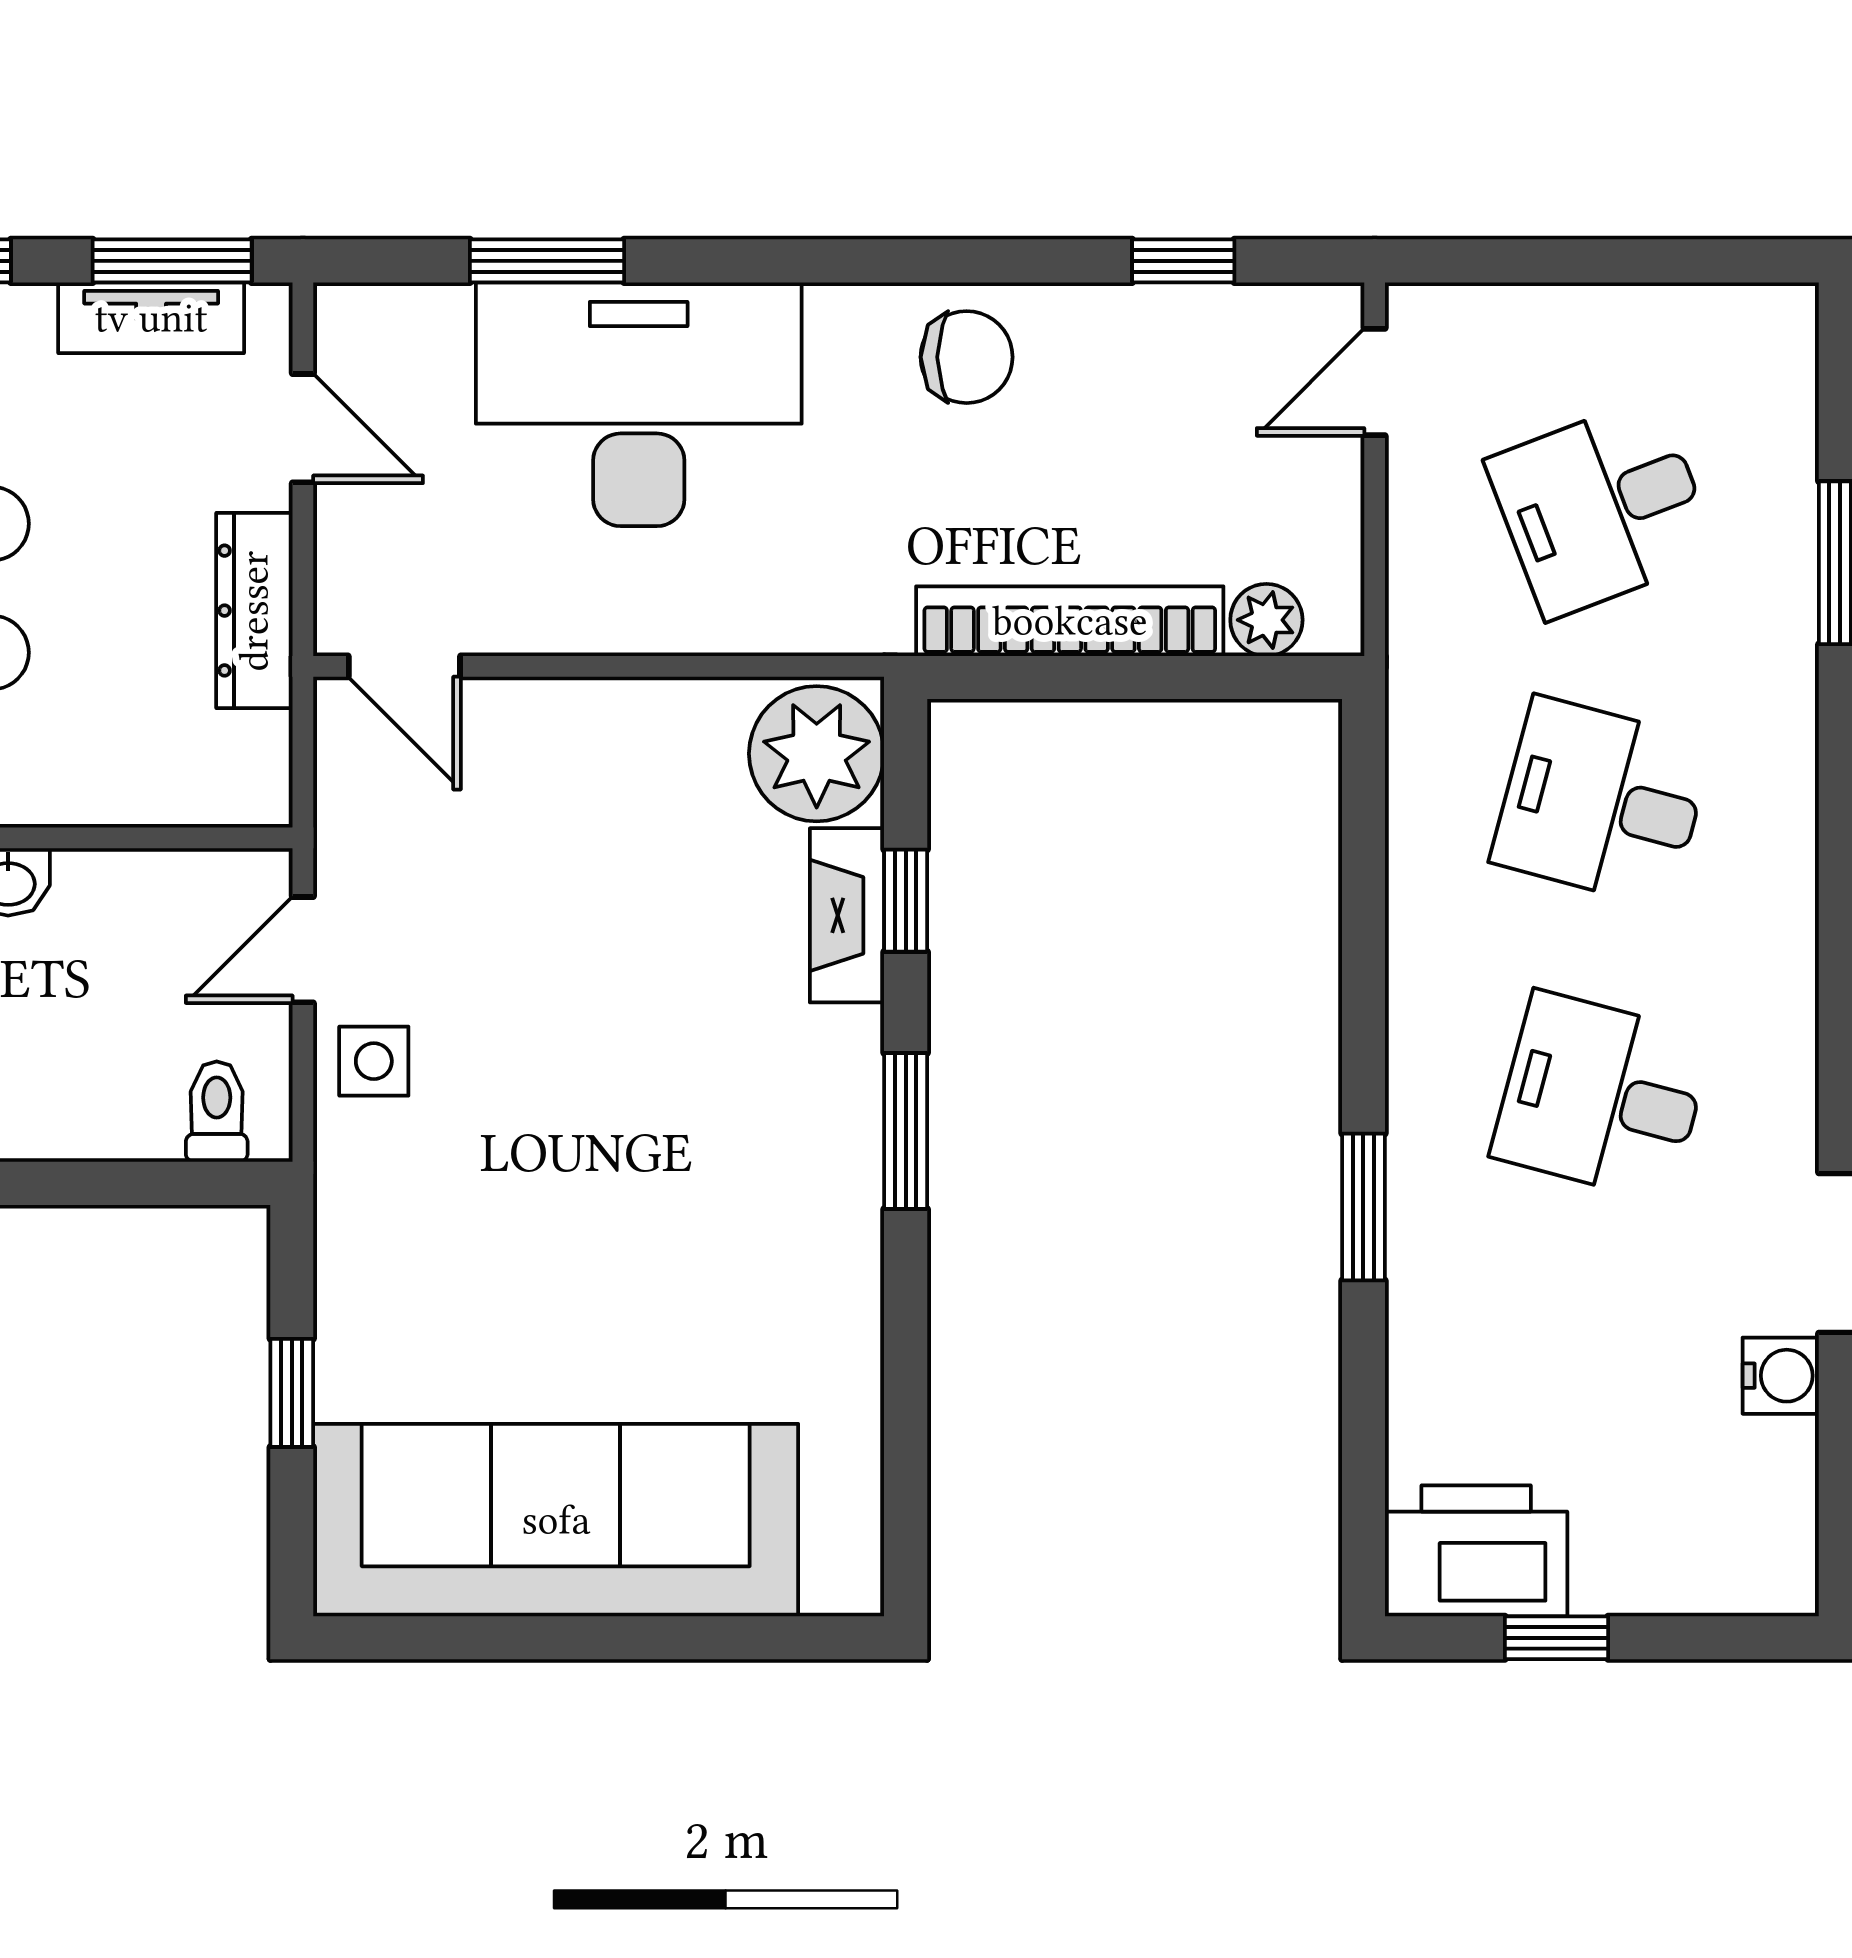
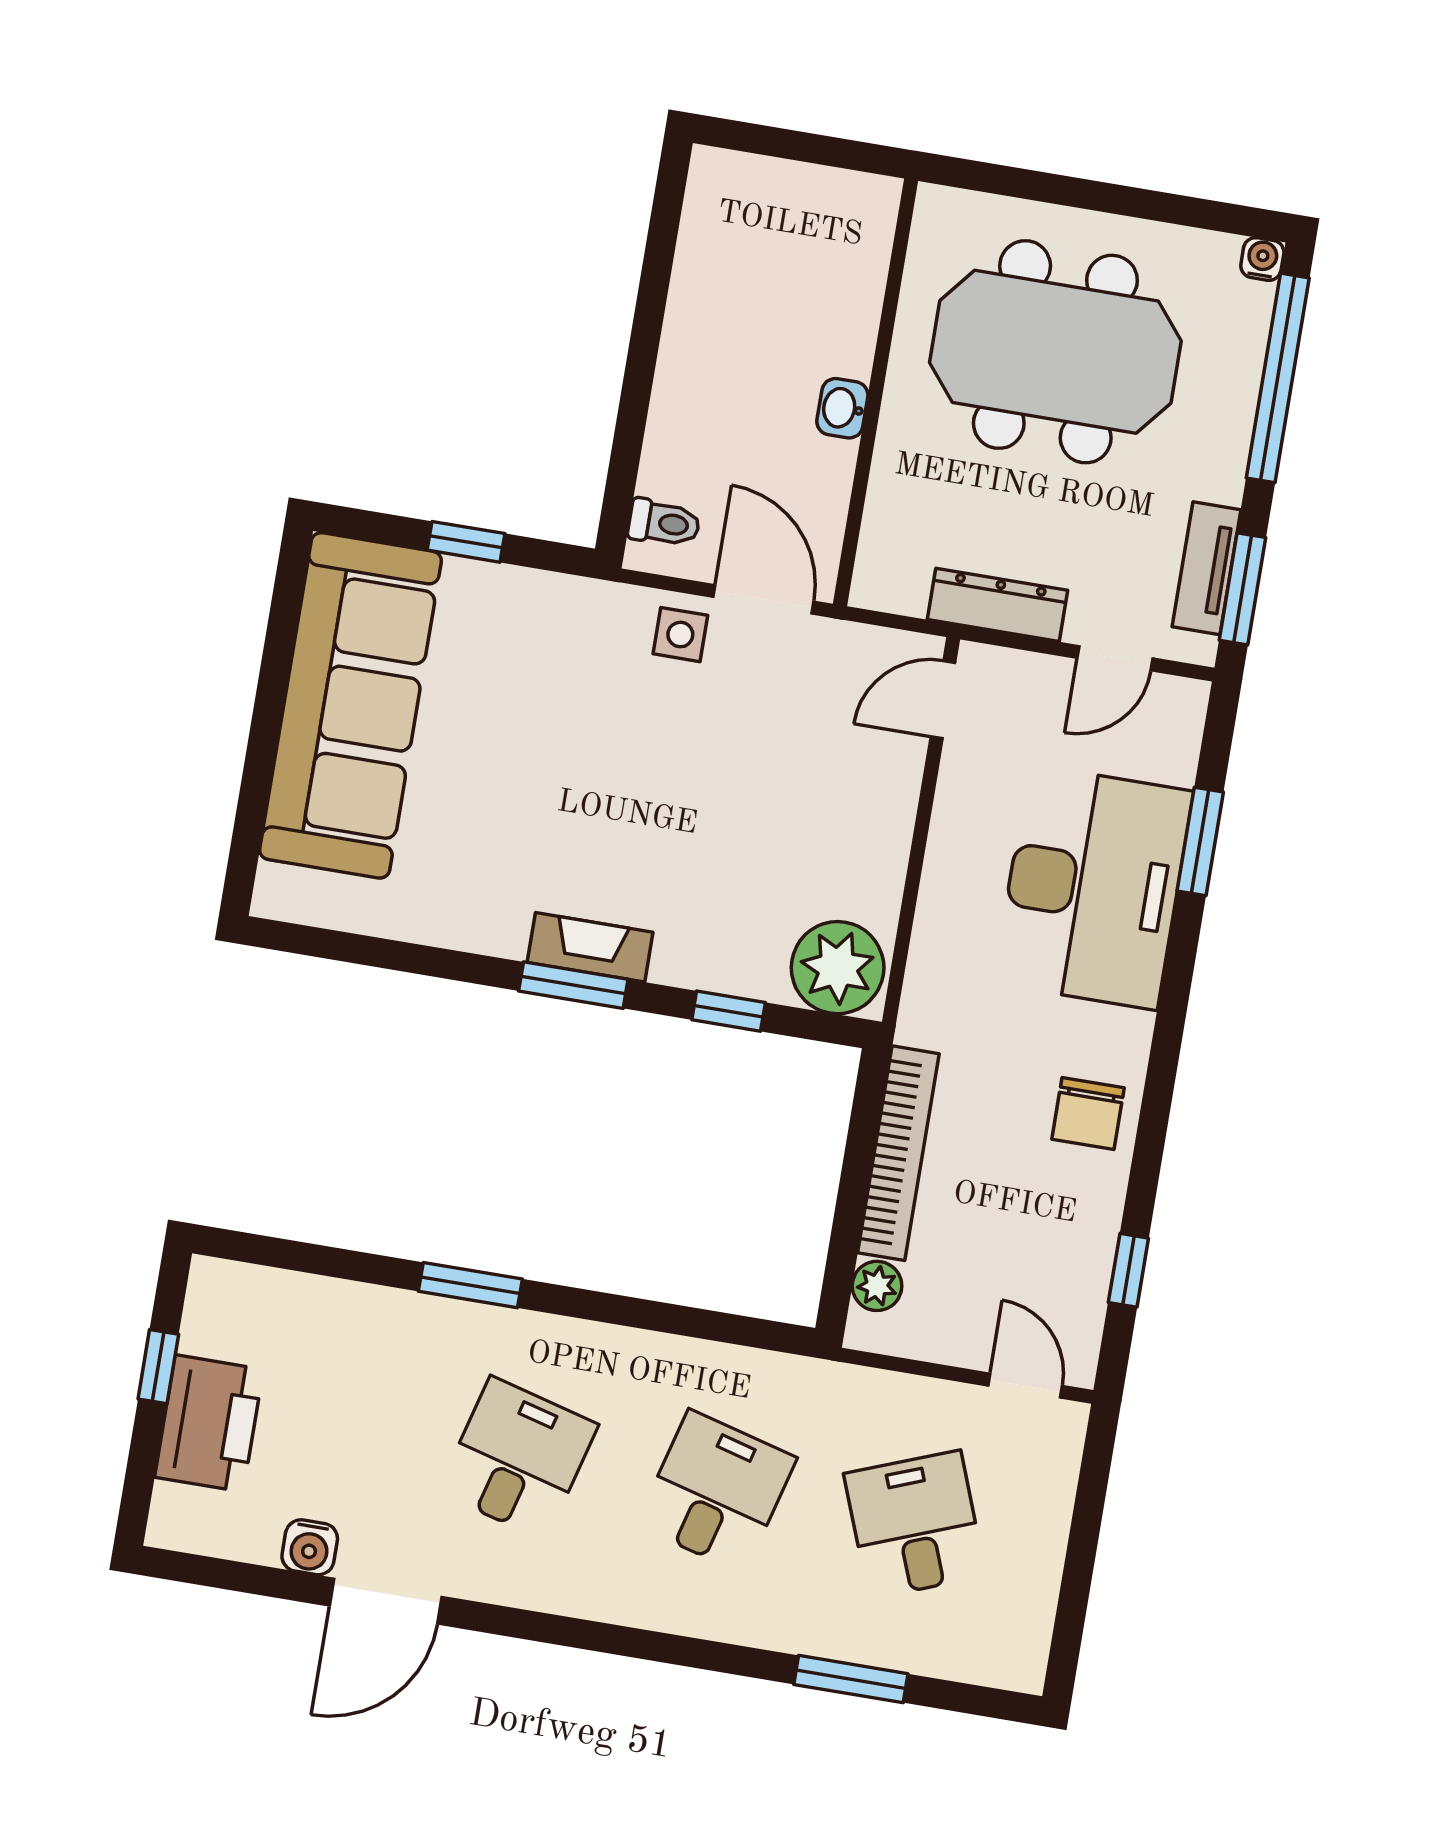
fireplace: (847, 915) -> (590, 947), moved
door: (303, 950) -> (763, 599), width x1.38
printer: (1476, 1551) -> (209, 1423), moved

